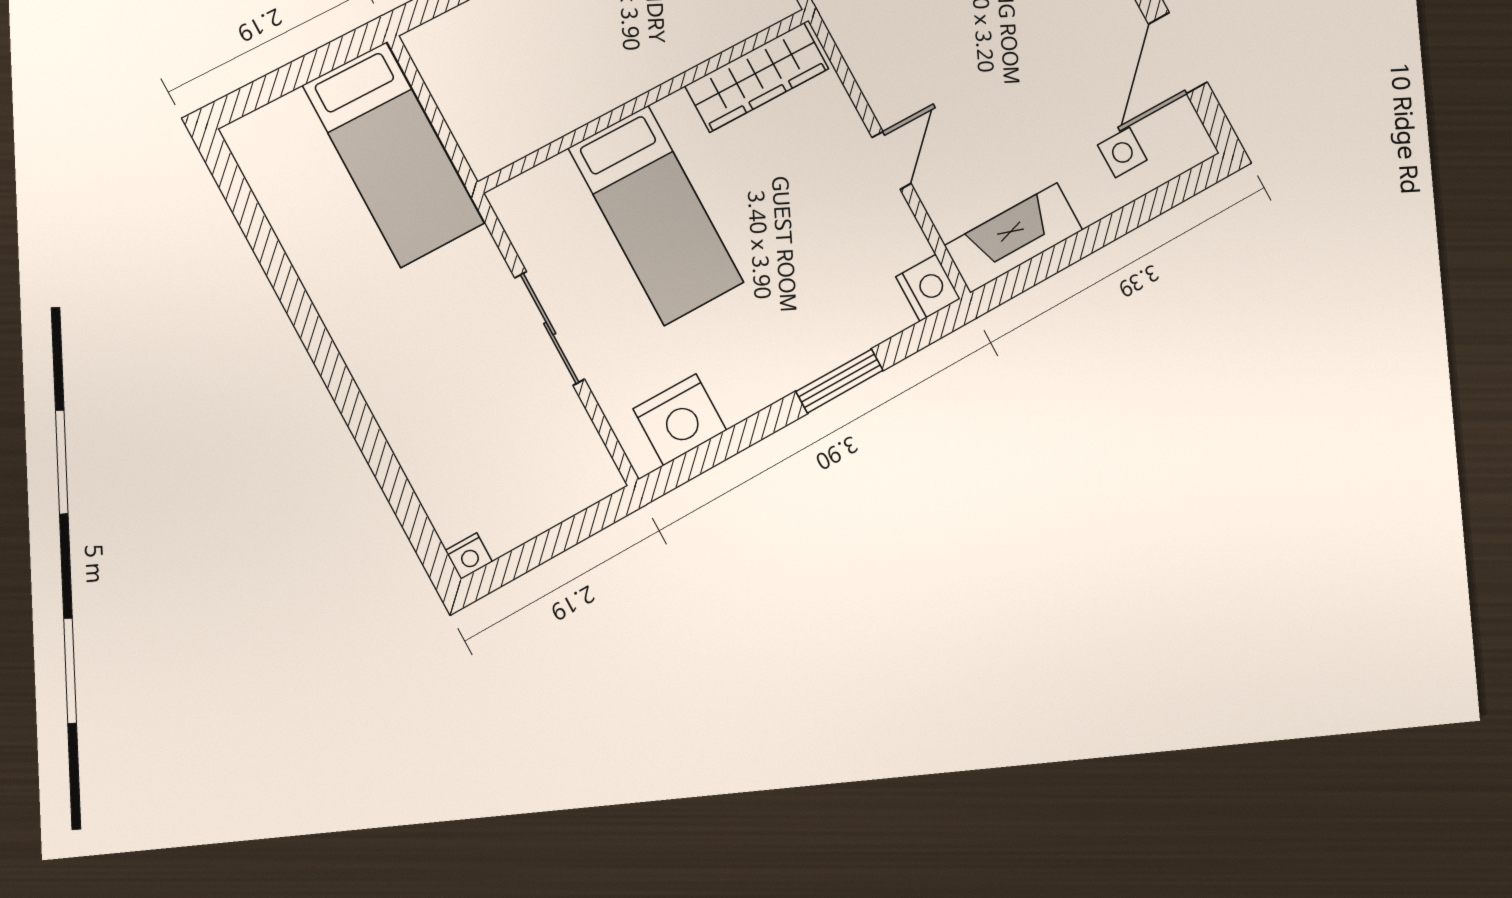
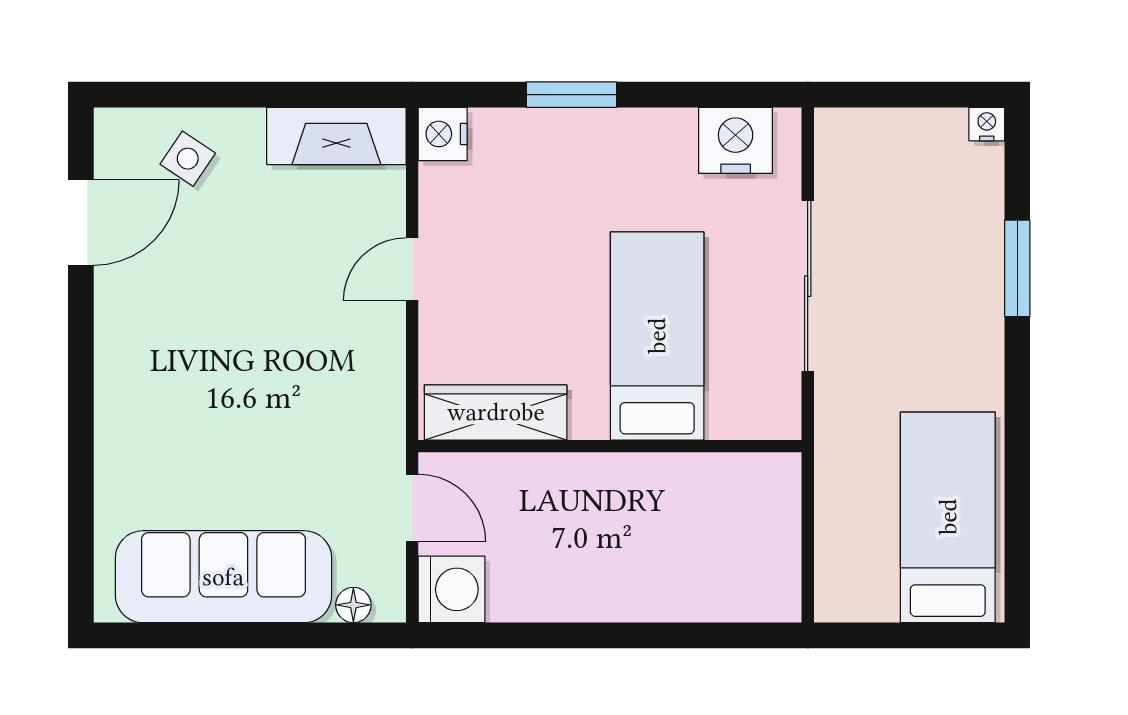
side table: (1122, 152) -> (188, 159), turned 34
bed: (393, 155) -> (948, 517), moved
sliding door: (550, 328) -> (808, 286), width x1.37
window: (373, 445) -> (1017, 268), added

